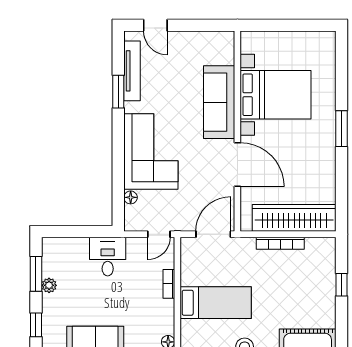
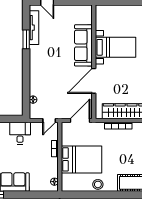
bed with nightstands: (276, 95) -> (115, 47), width x0.73
corner sofa: (151, 152) -> (45, 73), removed
door: (237, 165) -> (94, 81), swing flipped
bed: (216, 303) -> (81, 159), width x1.50

